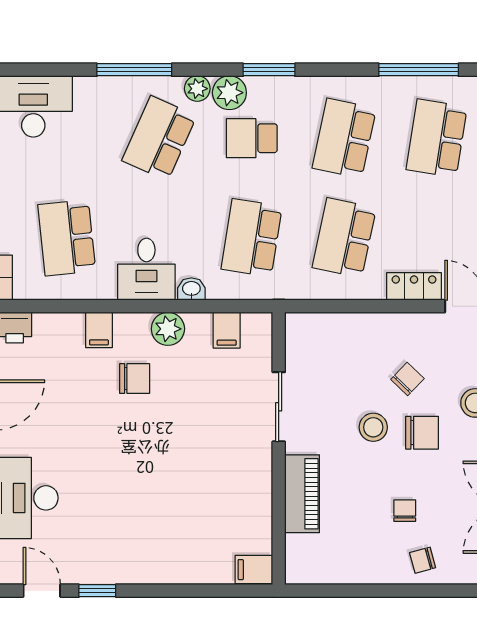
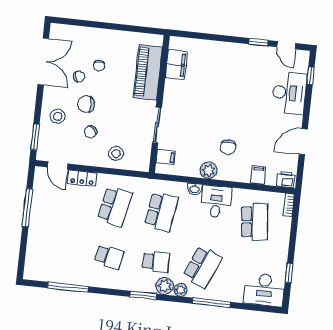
school desk: (344, 138) -> (109, 257), width x0.54
school desk: (437, 138) -> (63, 252), removed
filing cabinet: (99, 330) -> (258, 175), moved
filing cabinet: (227, 330) -> (166, 157), moved, turned 90
chair: (135, 379) -> (228, 147), turned -90
stool: (373, 427) -> (116, 154), moved
piano: (302, 494) -> (148, 72), width x1.37, depth x1.33
chair: (423, 560) -> (79, 77), moved
filing cabinet: (254, 570) -> (176, 65), moved, width x2.00

